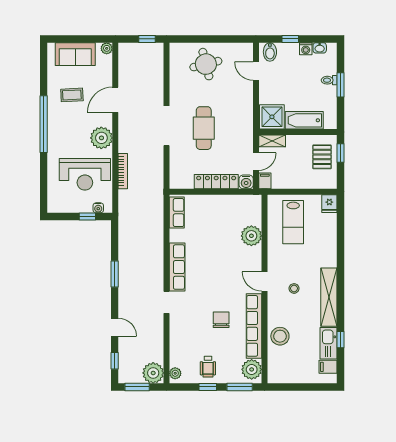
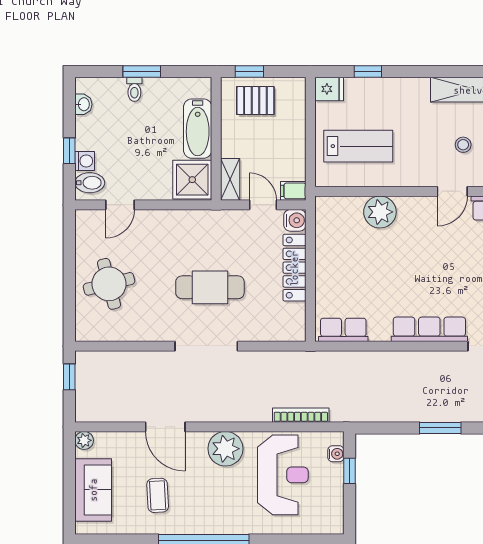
washing machine: (306, 49) -> (85, 161), moved
bookcase: (123, 171) -> (301, 415), moved
window: (340, 228) -> (368, 71), added

